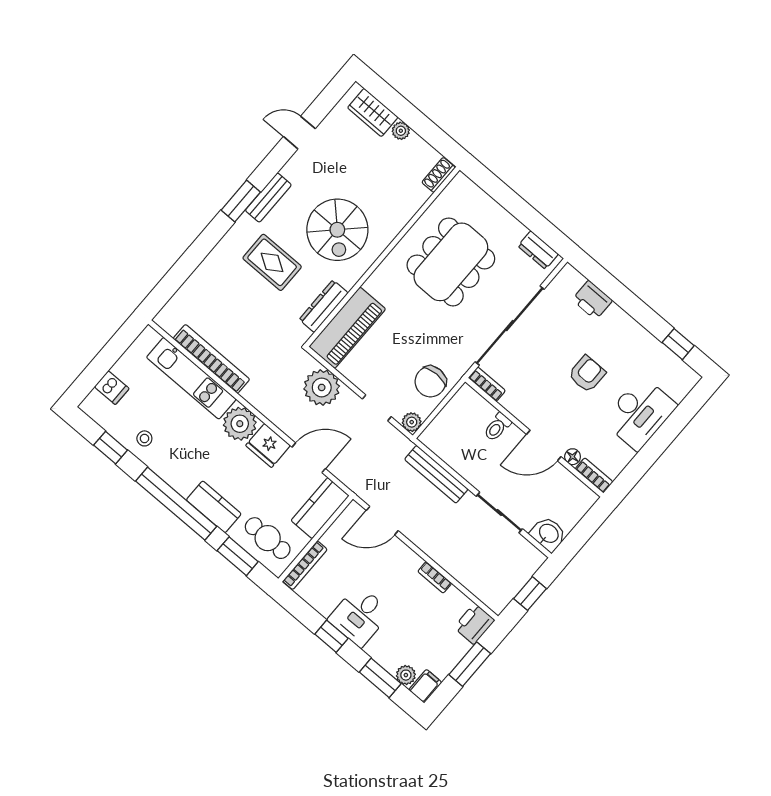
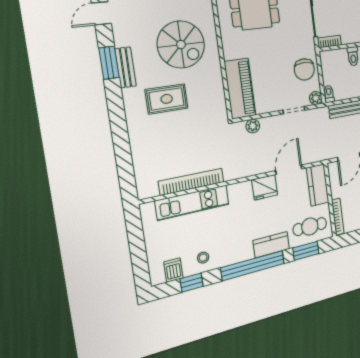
window: (241, 201) -> (109, 63), moved
dresser: (324, 306) -> (217, 91), removed
plant: (322, 387) -> (253, 126), width x0.53, depth x0.53
dishwasher: (112, 388) -> (173, 270), moved, turned -90
plant: (240, 424) -> (240, 194), removed
toilet: (430, 434) -> (329, 94), added

